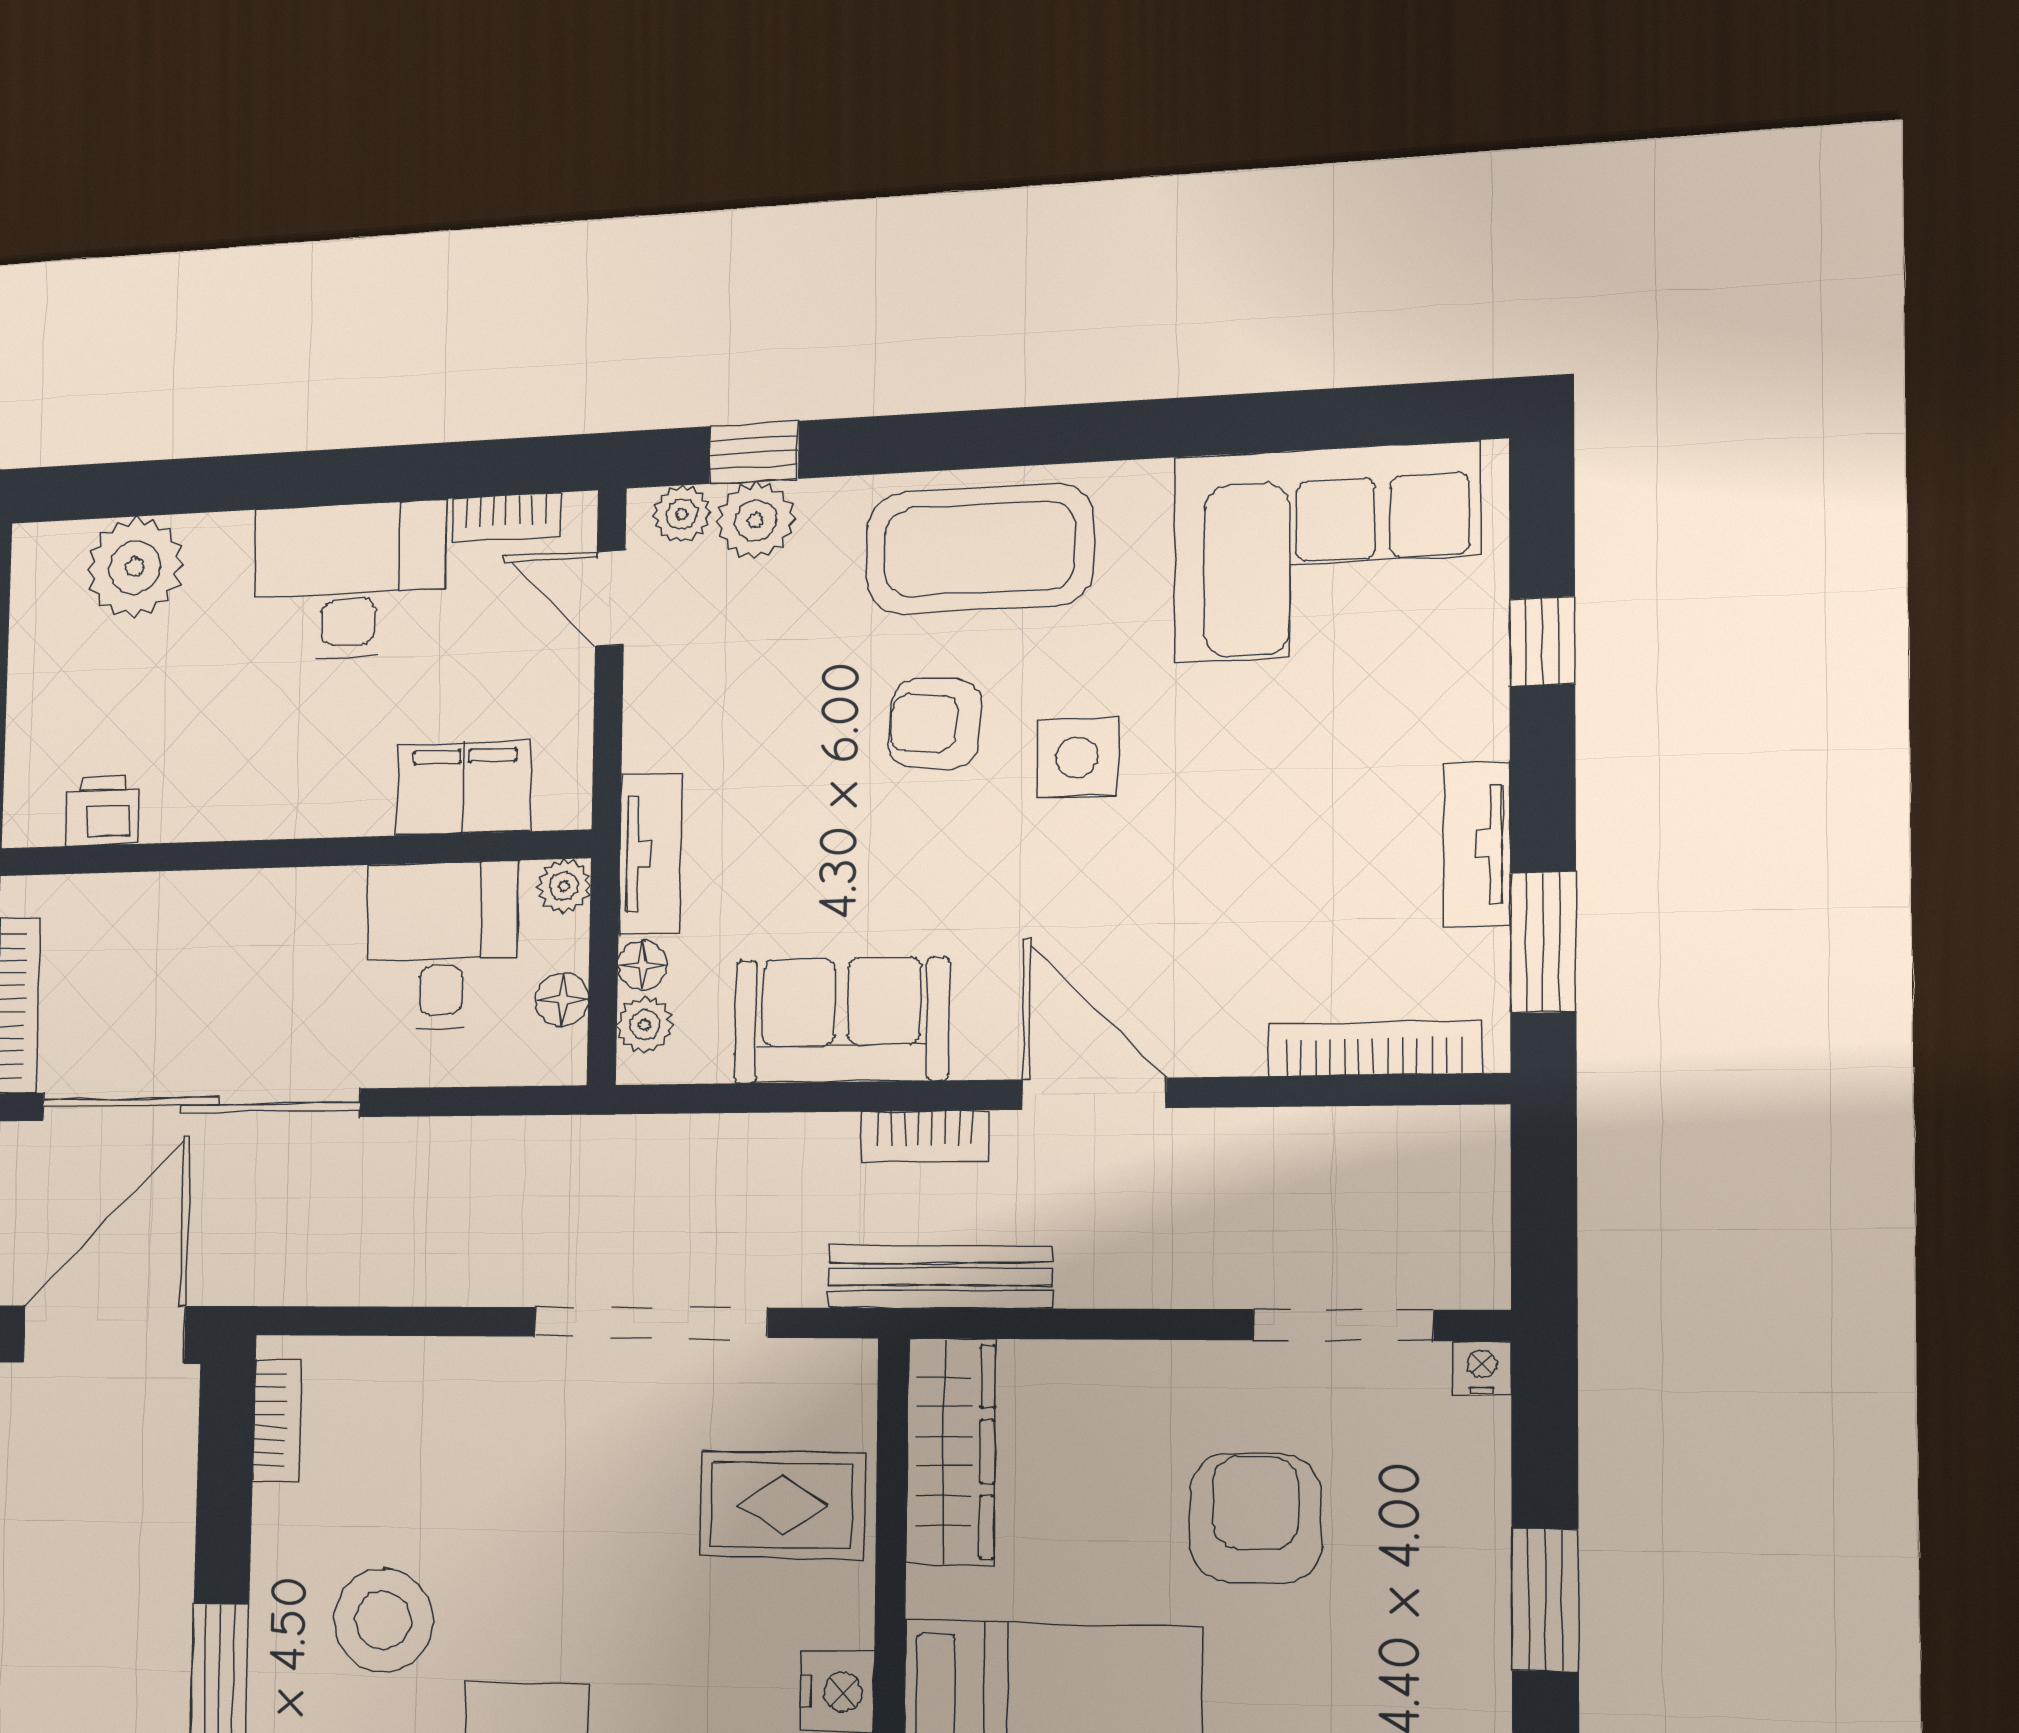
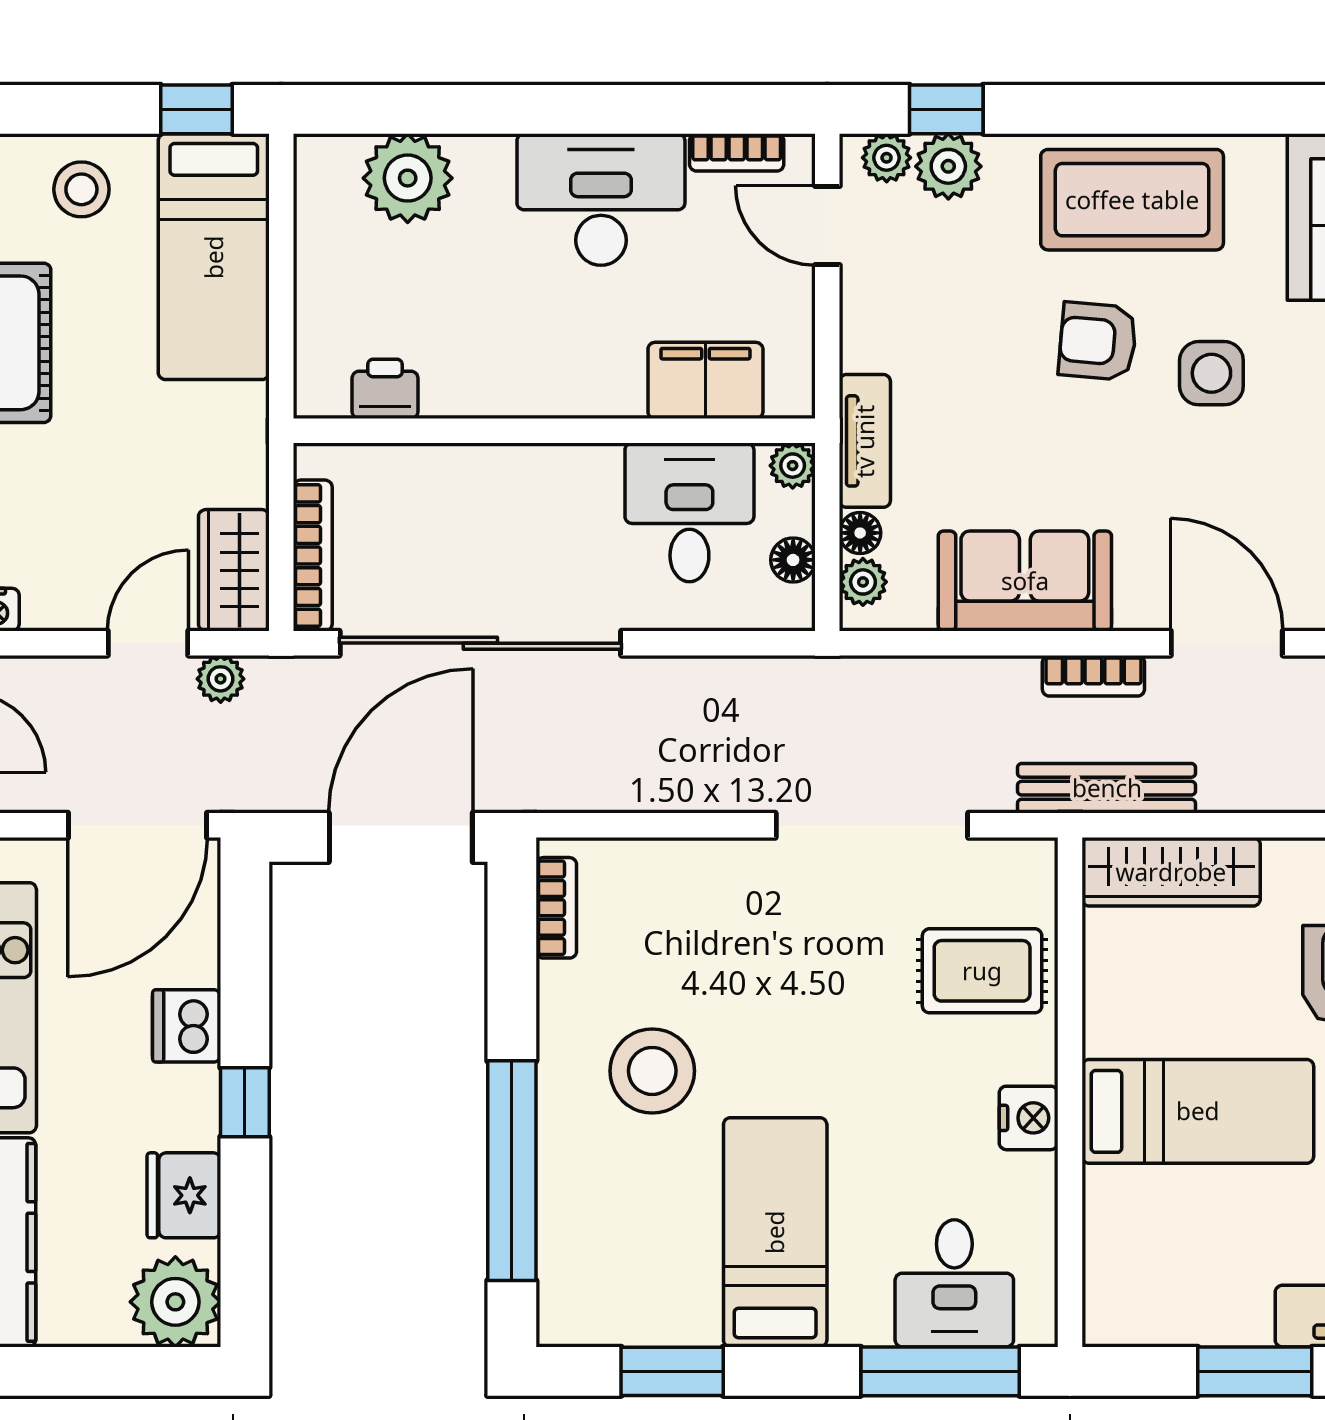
wardrobe: (951, 1451) -> (1171, 872), moved, turned 90

